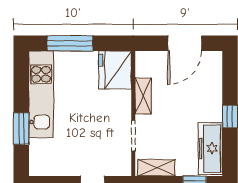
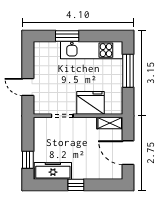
fridge: (115, 70) -> (90, 103), moved
shelving: (143, 96) -> (110, 123), moved
shelving: (156, 168) -> (39, 132), removed

